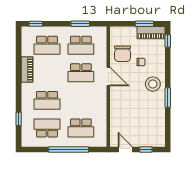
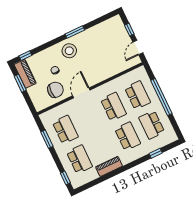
school desk: (81, 73) -> (113, 107), moved

